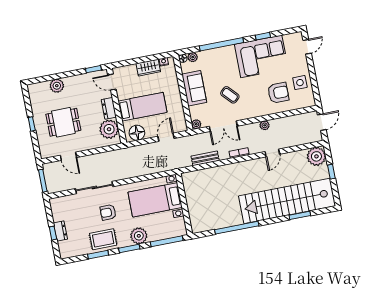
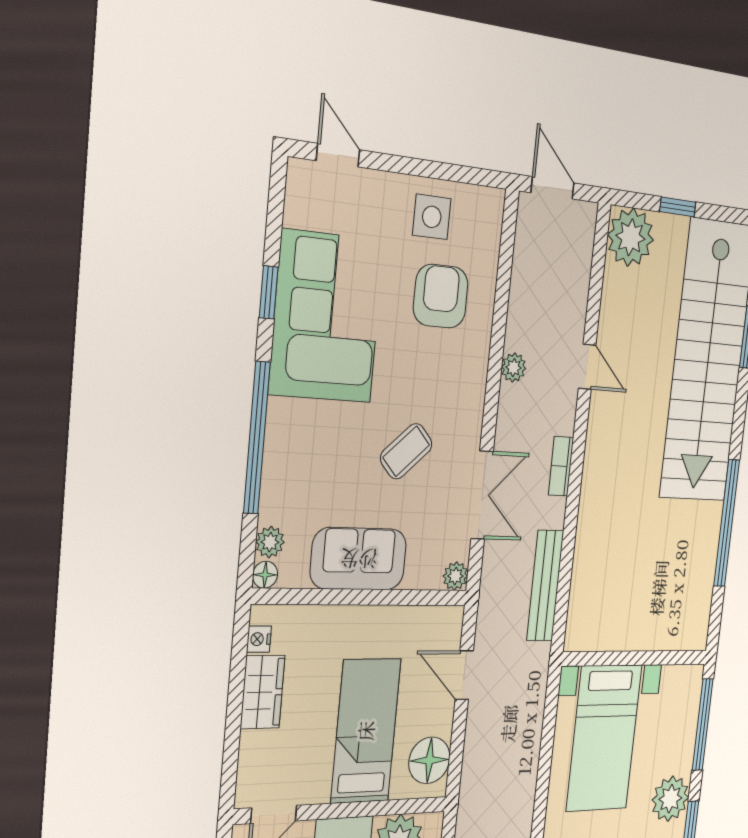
bench: (205, 158) -> (545, 586), width x1.36

